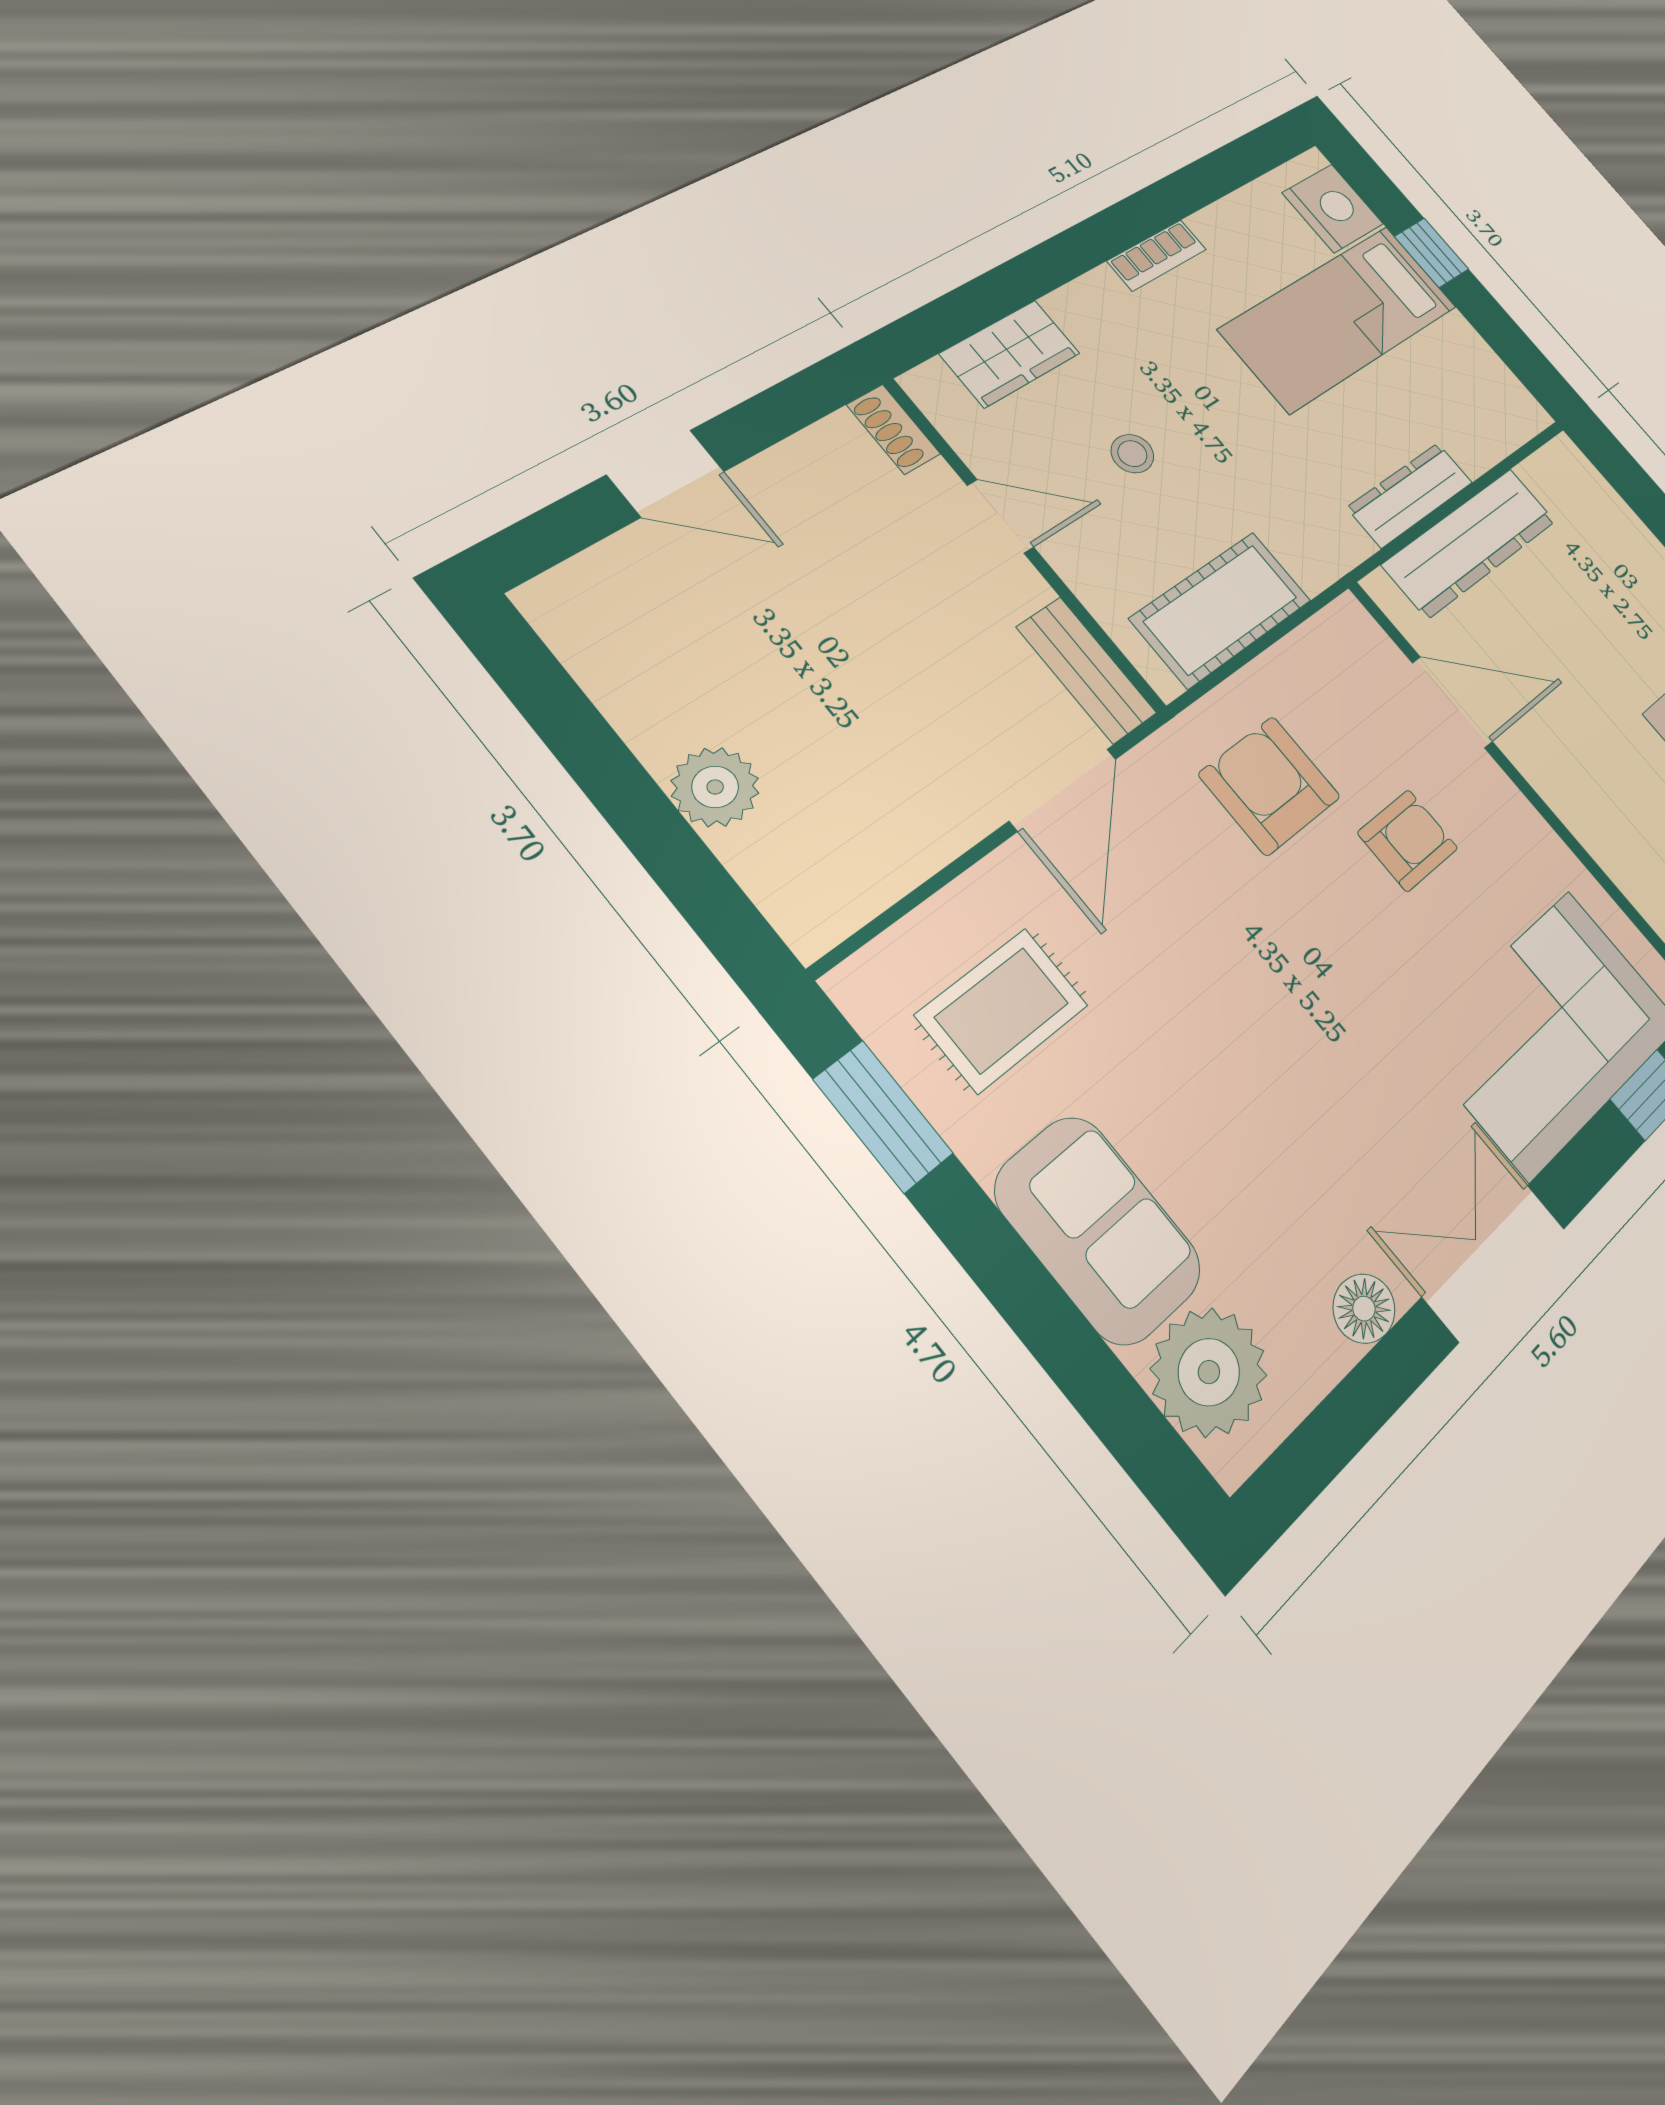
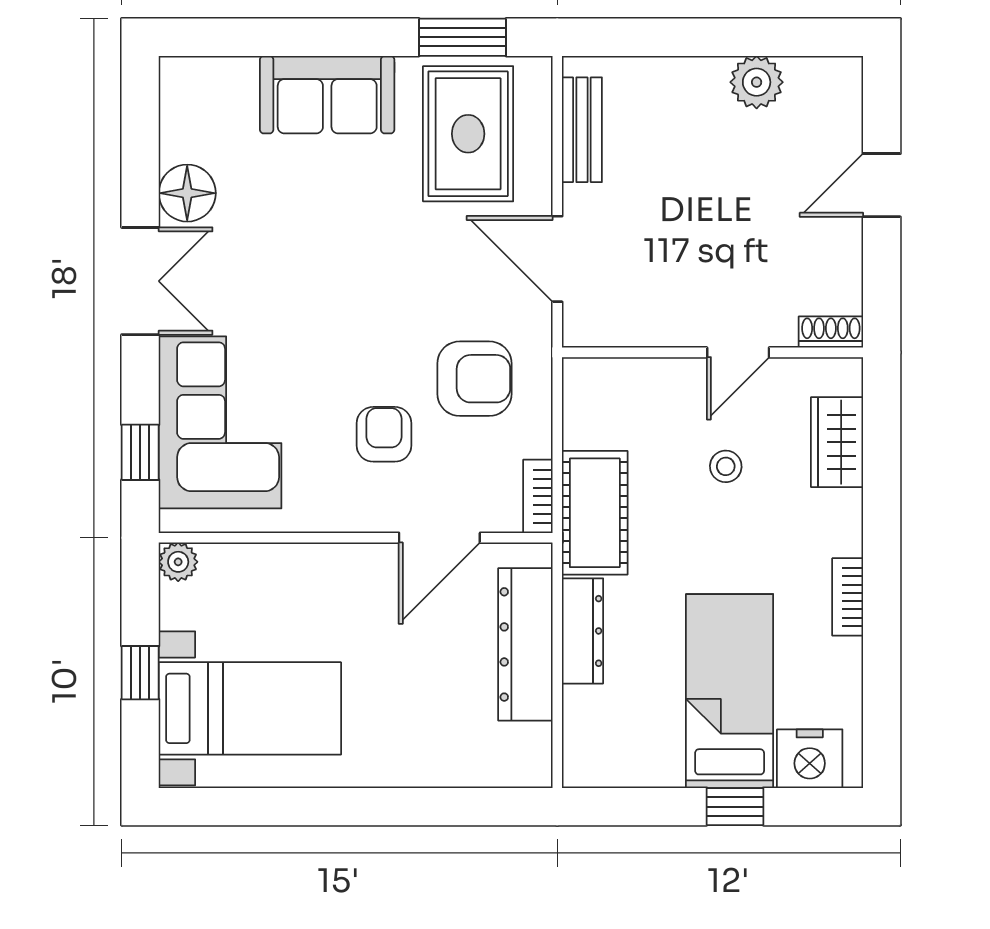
cot: (1221, 609) -> (595, 513), moved
bookcase: (1327, 629) -> (538, 496), added
bench: (1086, 670) -> (582, 130), moved, turned 90
plant: (715, 787) -> (757, 82), moved
armchair: (1408, 840) -> (384, 434), turned 180
rug: (1002, 1010) -> (468, 134), width x1.36, depth x1.43
floor lamp: (1364, 1309) -> (187, 193), width x1.38, depth x1.38
plant: (1209, 1372) -> (219, 93), removed

